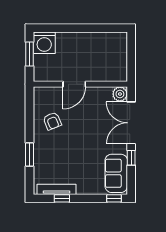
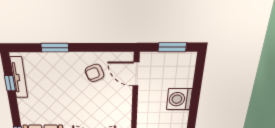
washing machine: (44, 43) -> (179, 99), moved
door: (74, 84) -> (136, 74), moved

